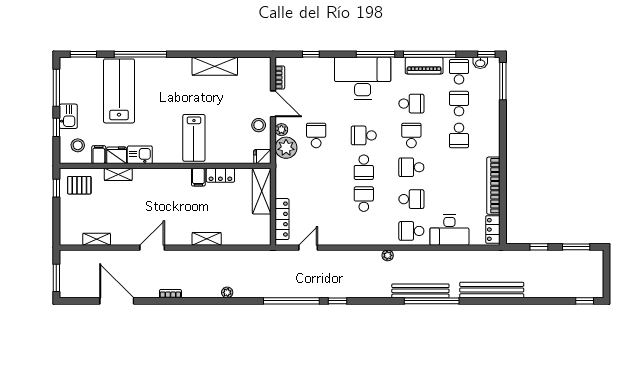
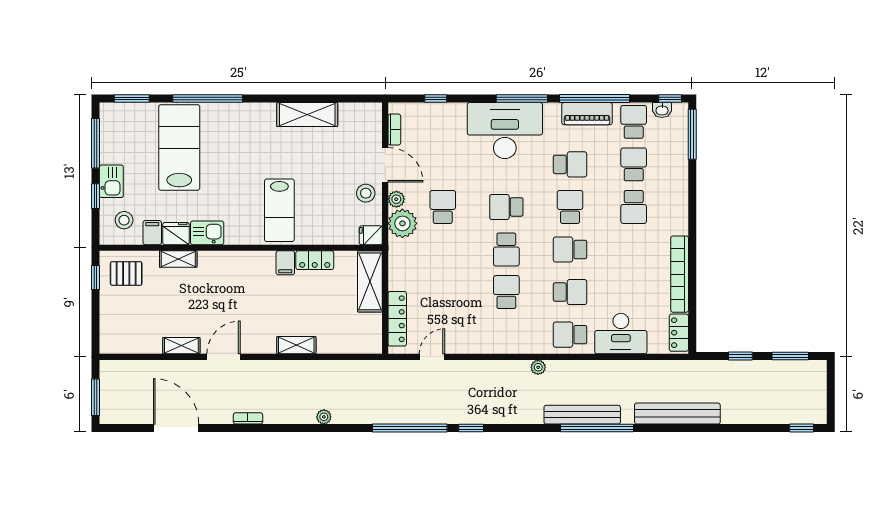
shelving: (97, 239) -> (181, 346), moved

